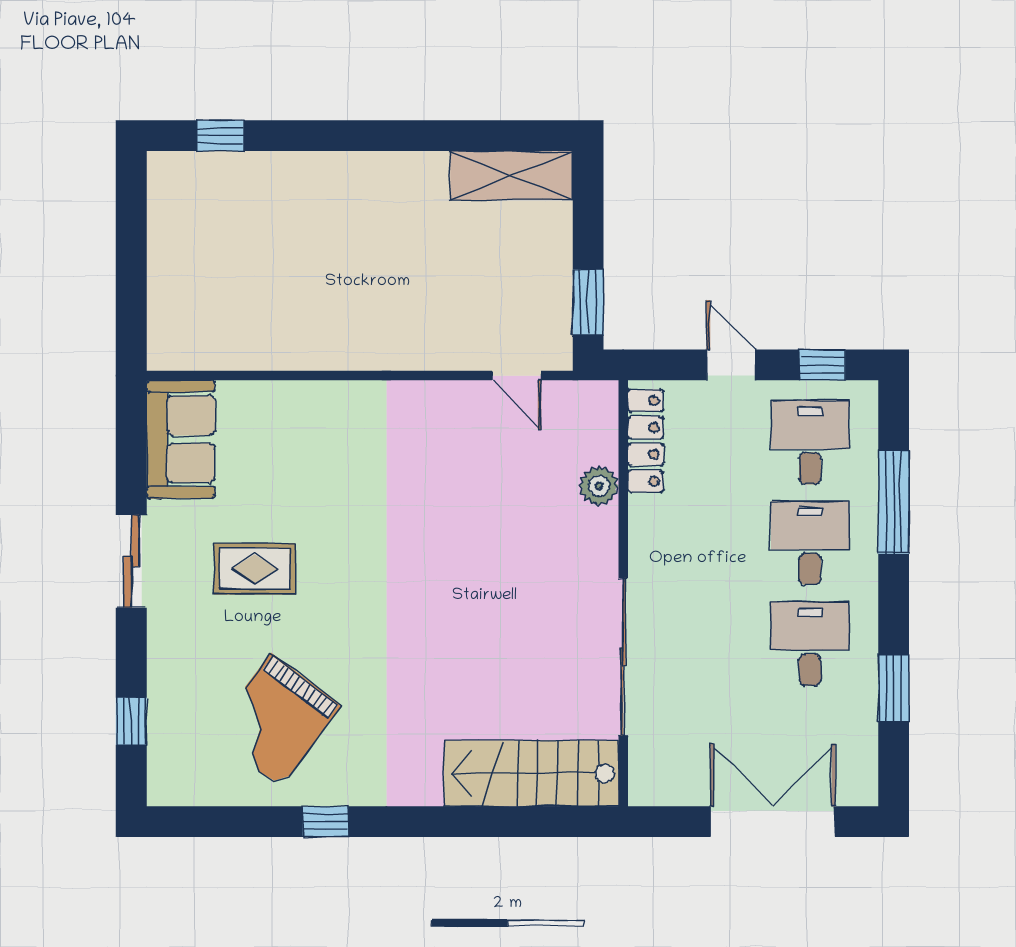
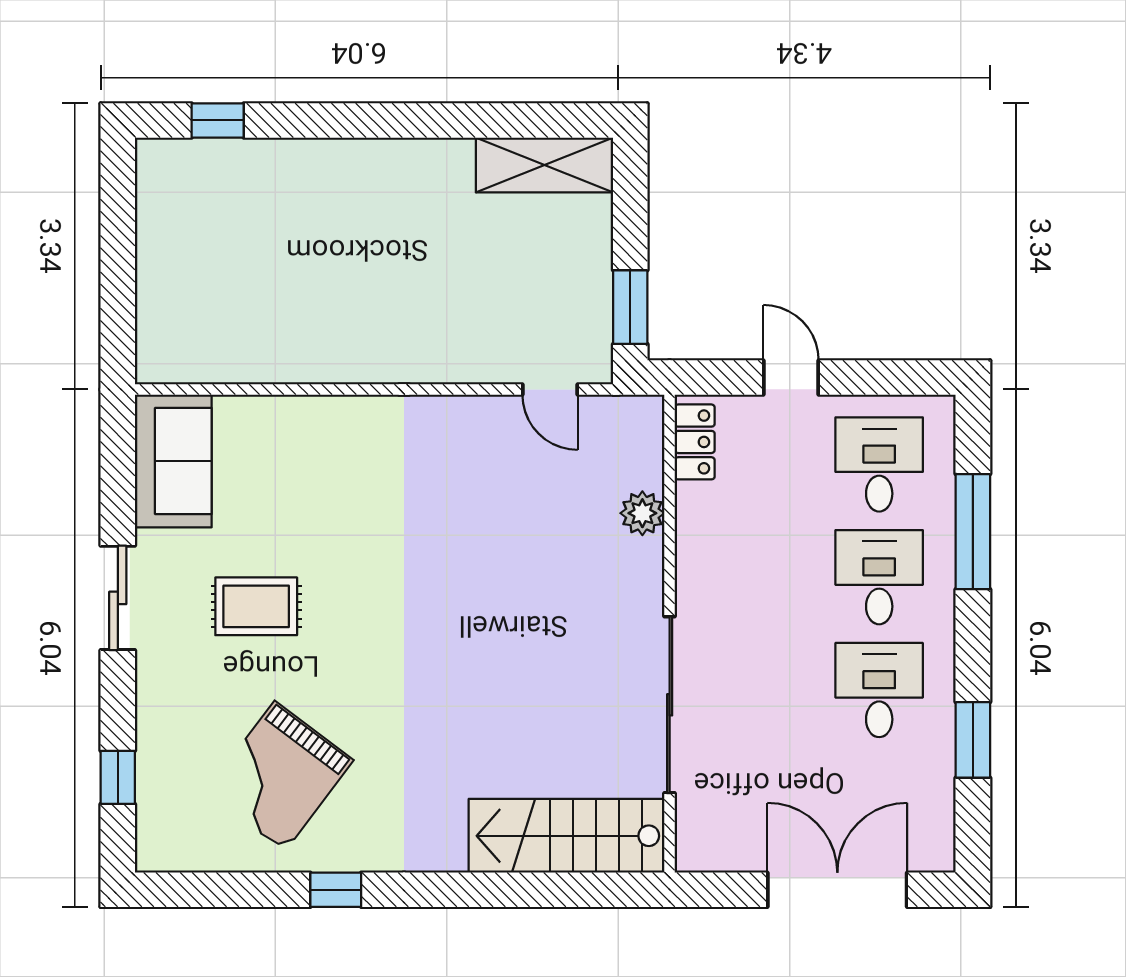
window: (822, 365) -> (893, 377), removed
locker: (646, 441) -> (695, 442), width x0.66

